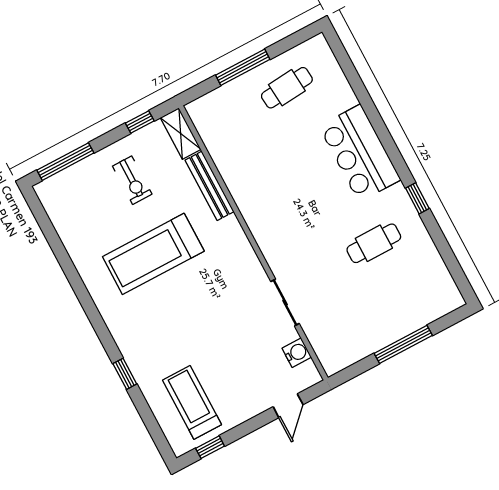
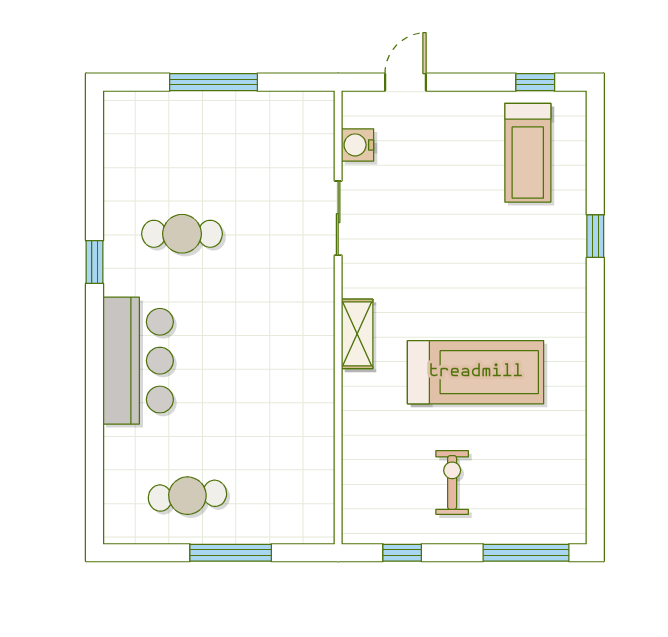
shelving: (181, 134) -> (357, 334), moved
bench: (210, 186) -> (356, 422), removed

